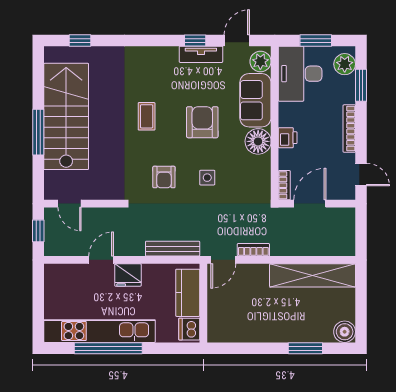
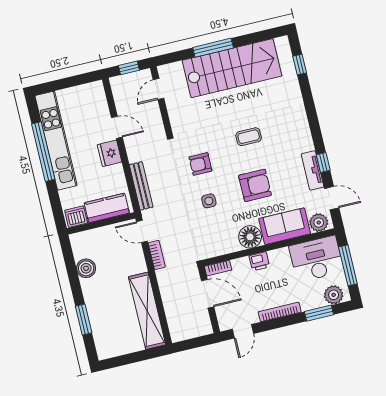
window: (316, 40) -> (348, 265), width x1.44
boiler: (345, 332) -> (86, 268), moved

